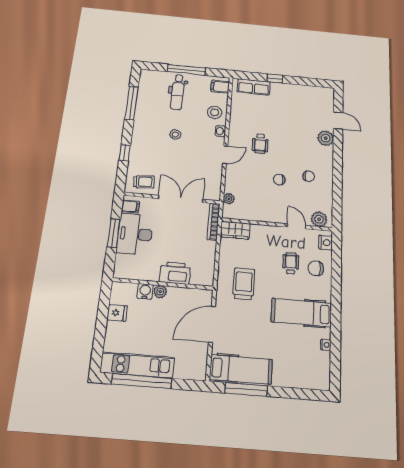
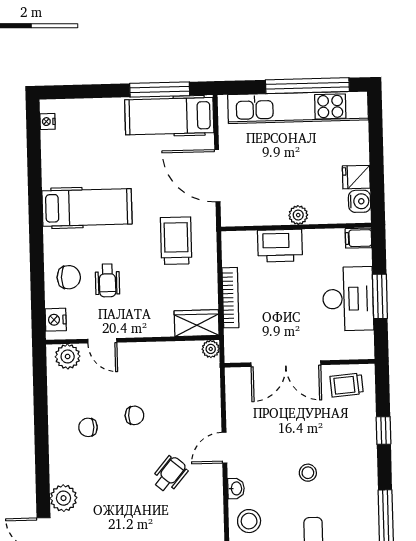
wheelchair: (260, 144) -> (170, 474), turned 40
plant: (229, 199) -> (211, 349), moved
filing cabinet: (130, 206) -> (358, 238), moved
bookcase: (213, 222) -> (230, 298), moved
trolley: (244, 284) -> (176, 241), turned 180
water cooler: (145, 291) -> (360, 201), moved, turned -90
door: (212, 324) -> (217, 176), swing flipped
nightstand: (326, 345) -> (48, 122), moved
kitchen unit: (137, 365) -> (298, 107), width x1.36

